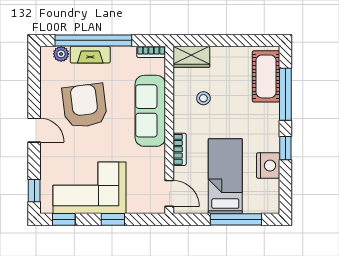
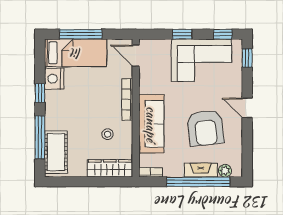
wardrobe: (191, 57) -> (110, 168), width x1.50
bookcase: (180, 149) -> (127, 100), width x1.56
bed: (225, 176) -> (76, 53), moved, turned -90

